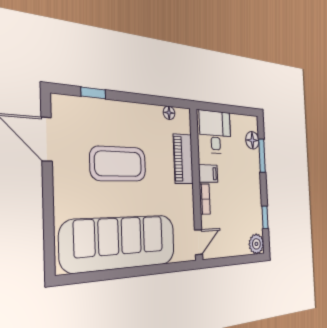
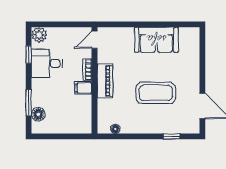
desk: (215, 132) -> (47, 63), moved, turned 90
piano: (183, 159) -> (105, 81), moved
sofa: (120, 243) -> (156, 40), width x0.54, depth x0.79

